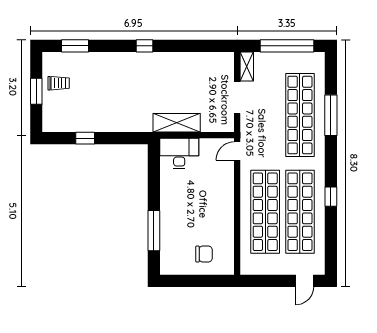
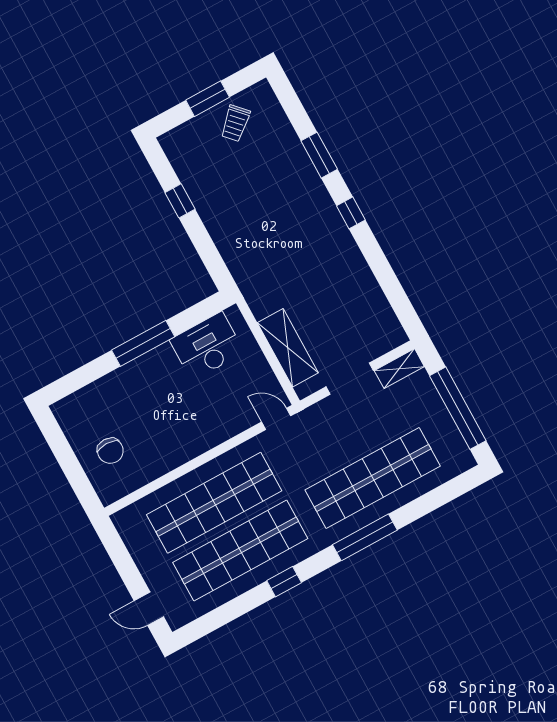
window: (75, 46) -> (319, 155), moved
trolley: (59, 83) -> (235, 123), turned 47
window: (331, 115) -> (365, 537), moved
shelving: (177, 123) -> (288, 348), moved
desk: (179, 153) -> (207, 346), moved, turned -90
window: (154, 231) -> (143, 343), moved

